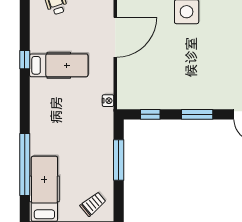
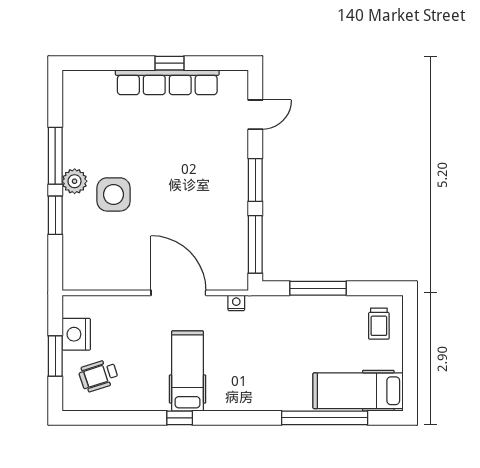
door: (115, 37) -> (178, 293), moved
window: (150, 114) -> (255, 244), width x2.17
trolley: (93, 204) -> (379, 324), turned -140

